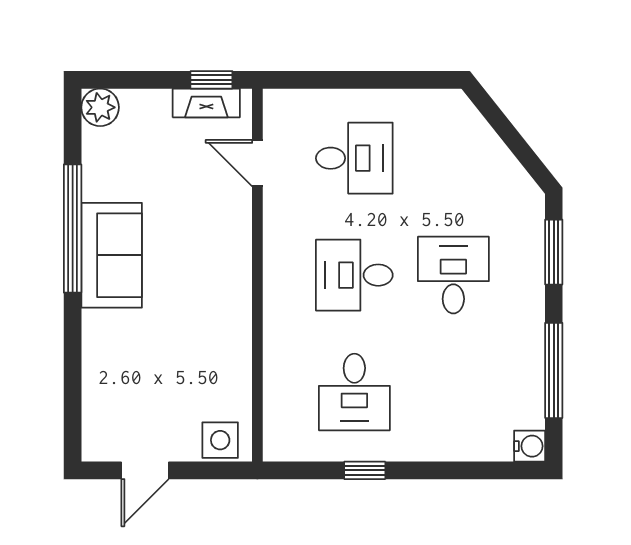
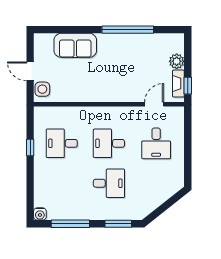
plant: (100, 107) -> (177, 61), moved
sofa: (112, 255) -> (75, 45), moved
desk: (354, 275) -> (109, 143), turned -90
door: (145, 470) -> (30, 71), moved

